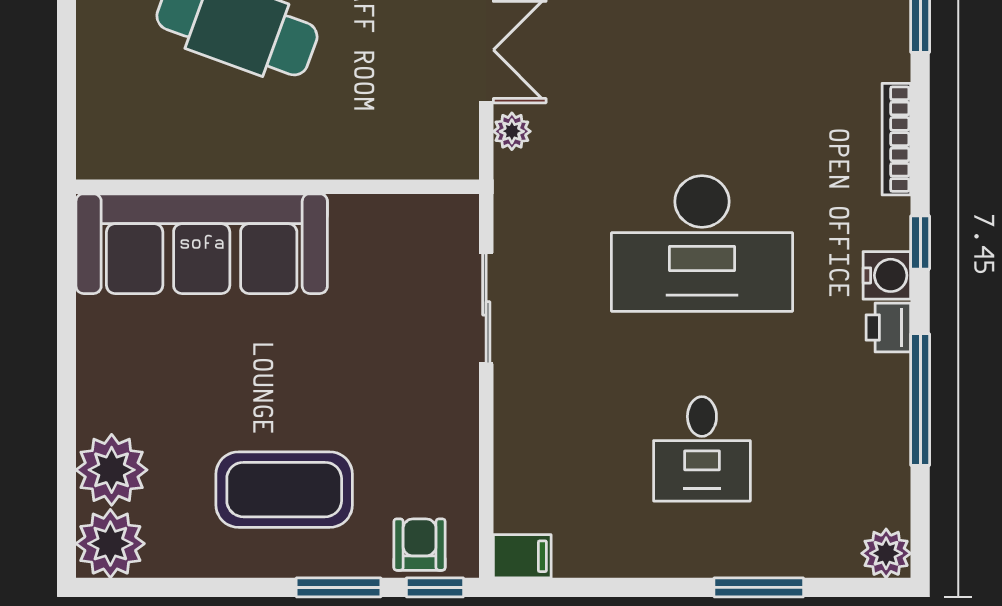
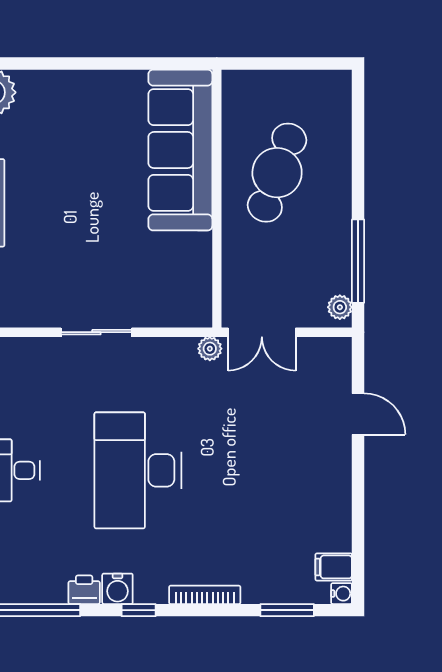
wall: (278, 187) -> (217, 199), moved
sofa: (202, 244) -> (180, 150), moved

